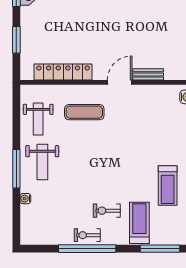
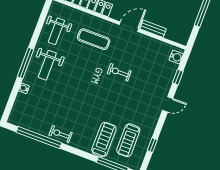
treadmill: (168, 185) -> (128, 140), moved
exercise bike: (107, 211) -> (119, 72), moved
window: (87, 249) -> (39, 138), moved

